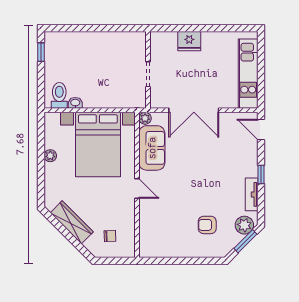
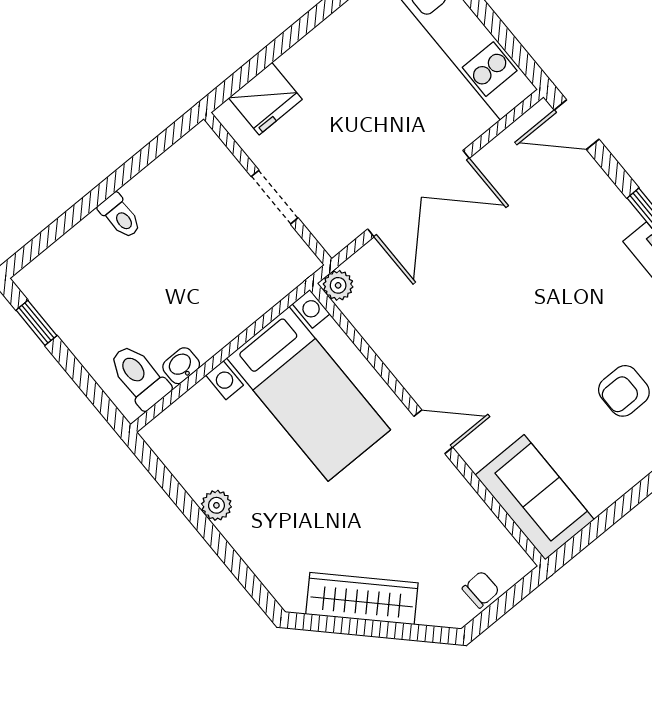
toilet: (95, 40) -> (120, 216), added
fridge: (189, 41) -> (265, 99), moved
bed with nightstands: (98, 145) -> (308, 394), width x0.73
sofa: (152, 148) -> (535, 497), moved
chair: (110, 236) -> (481, 590), moved

